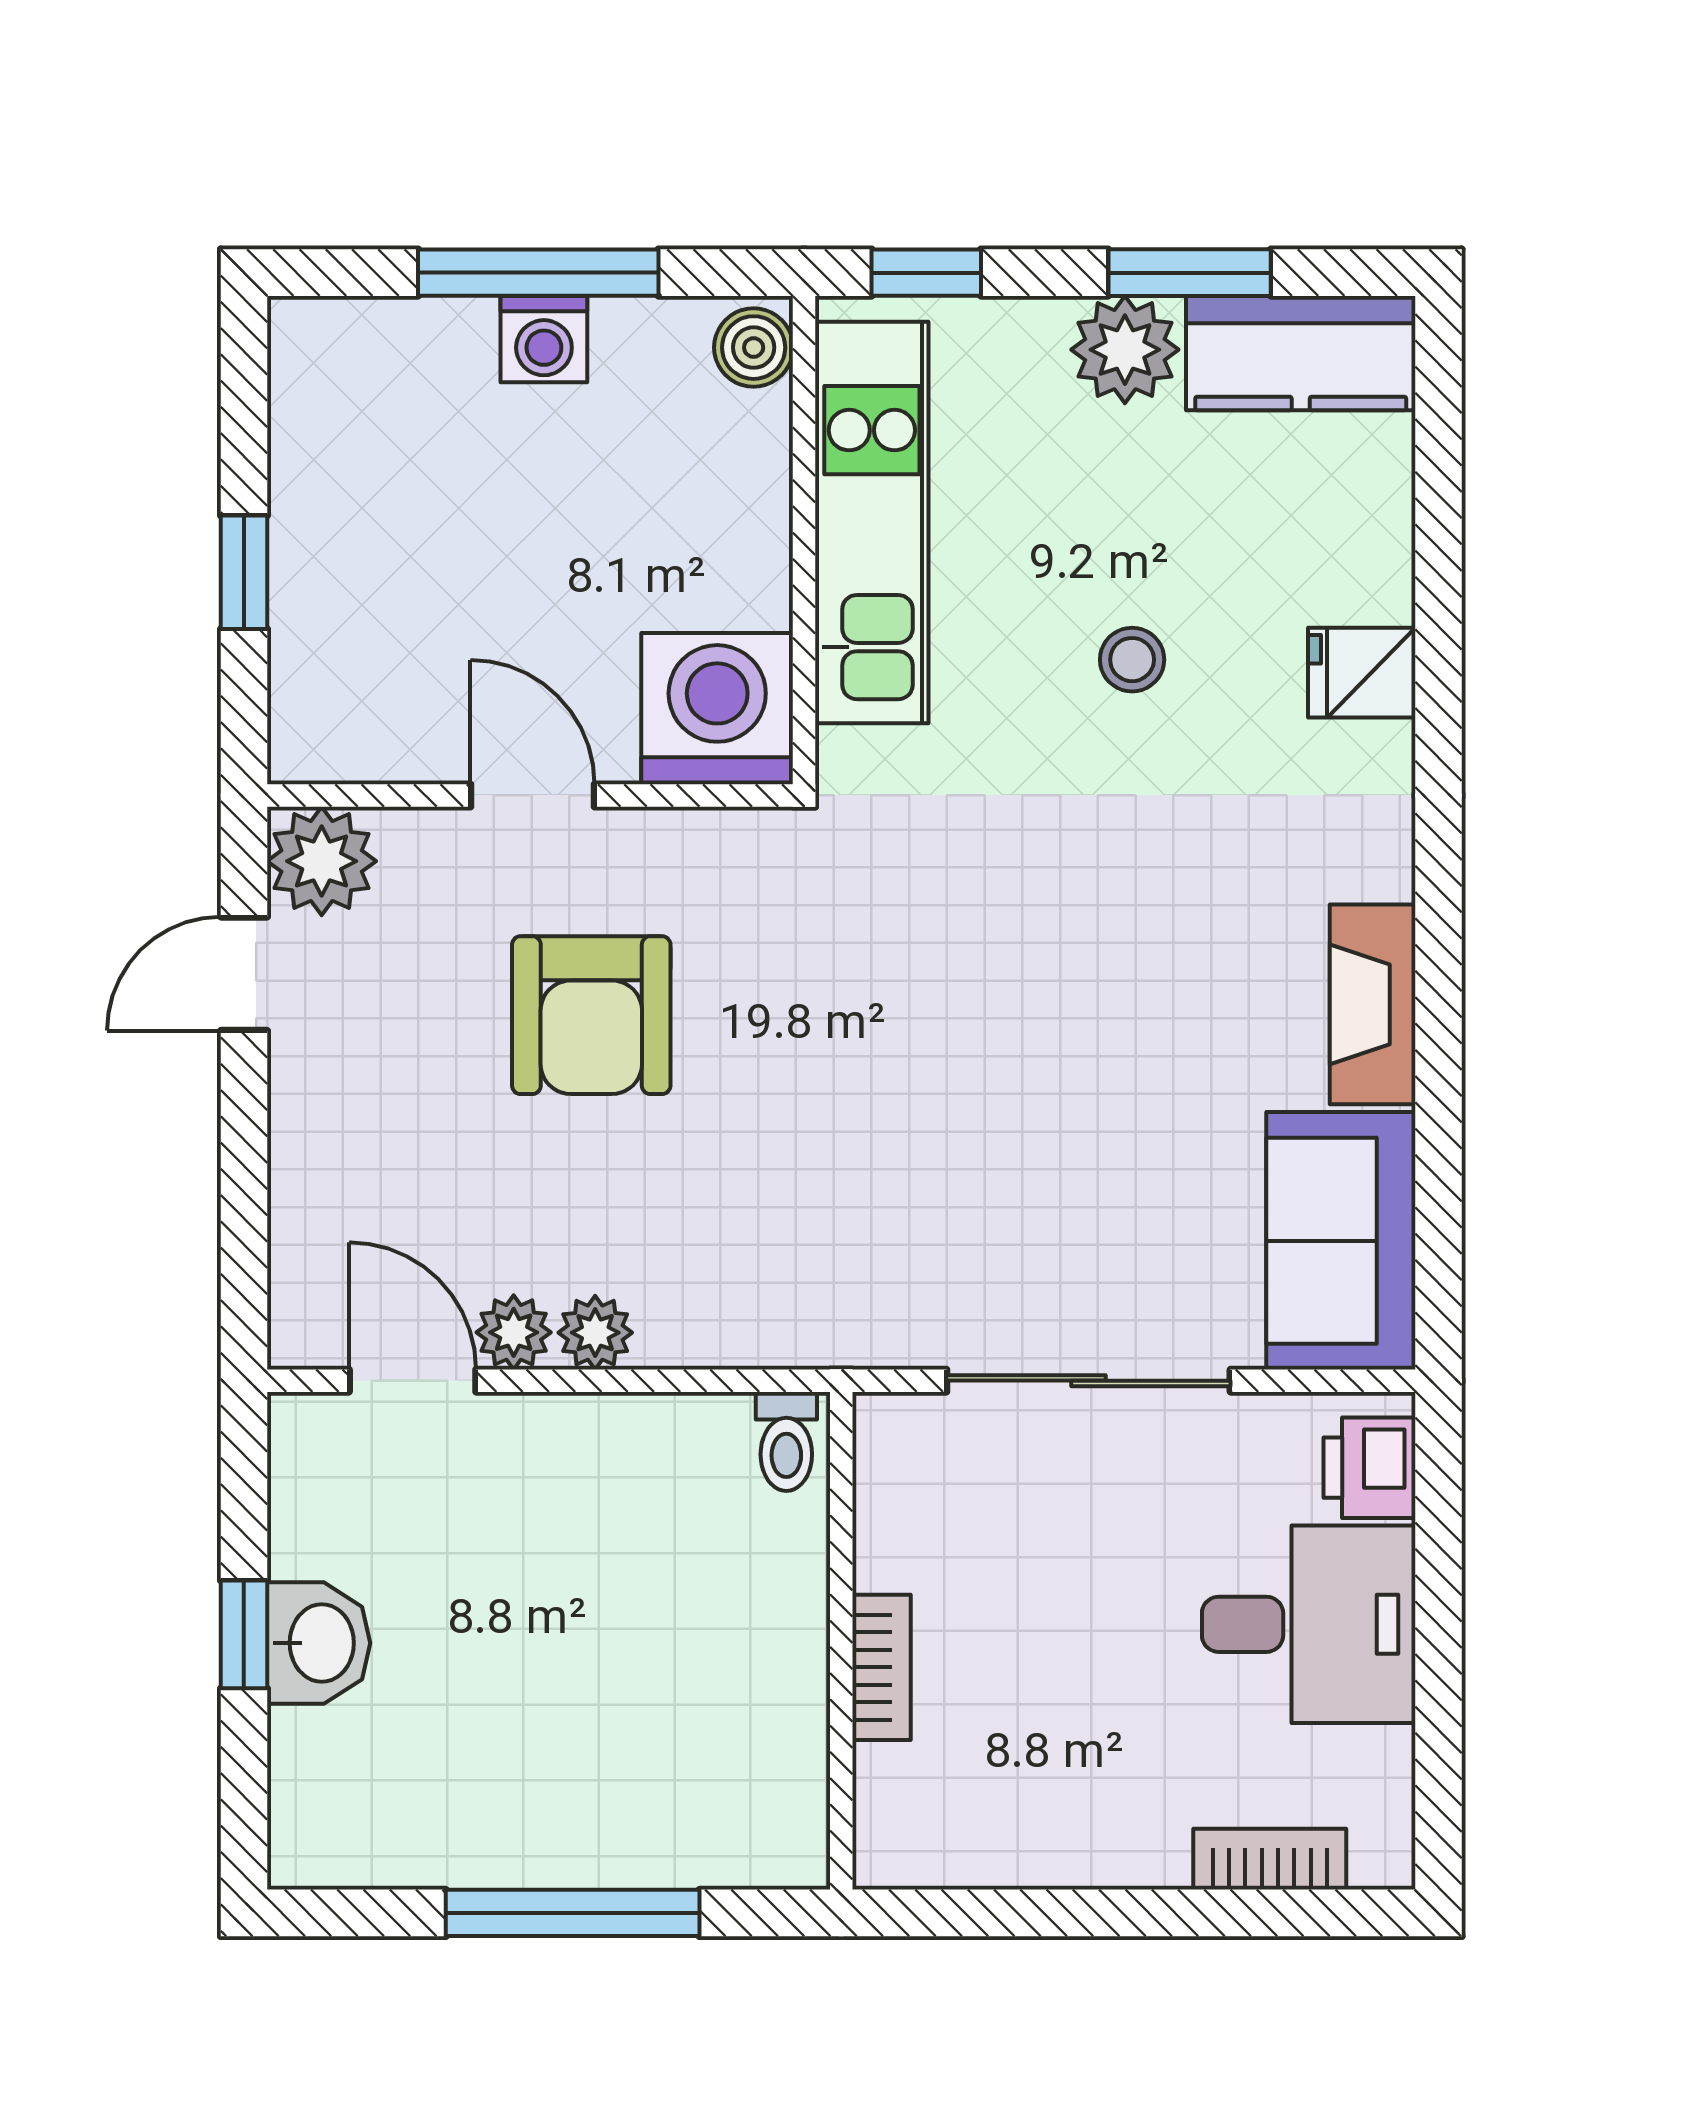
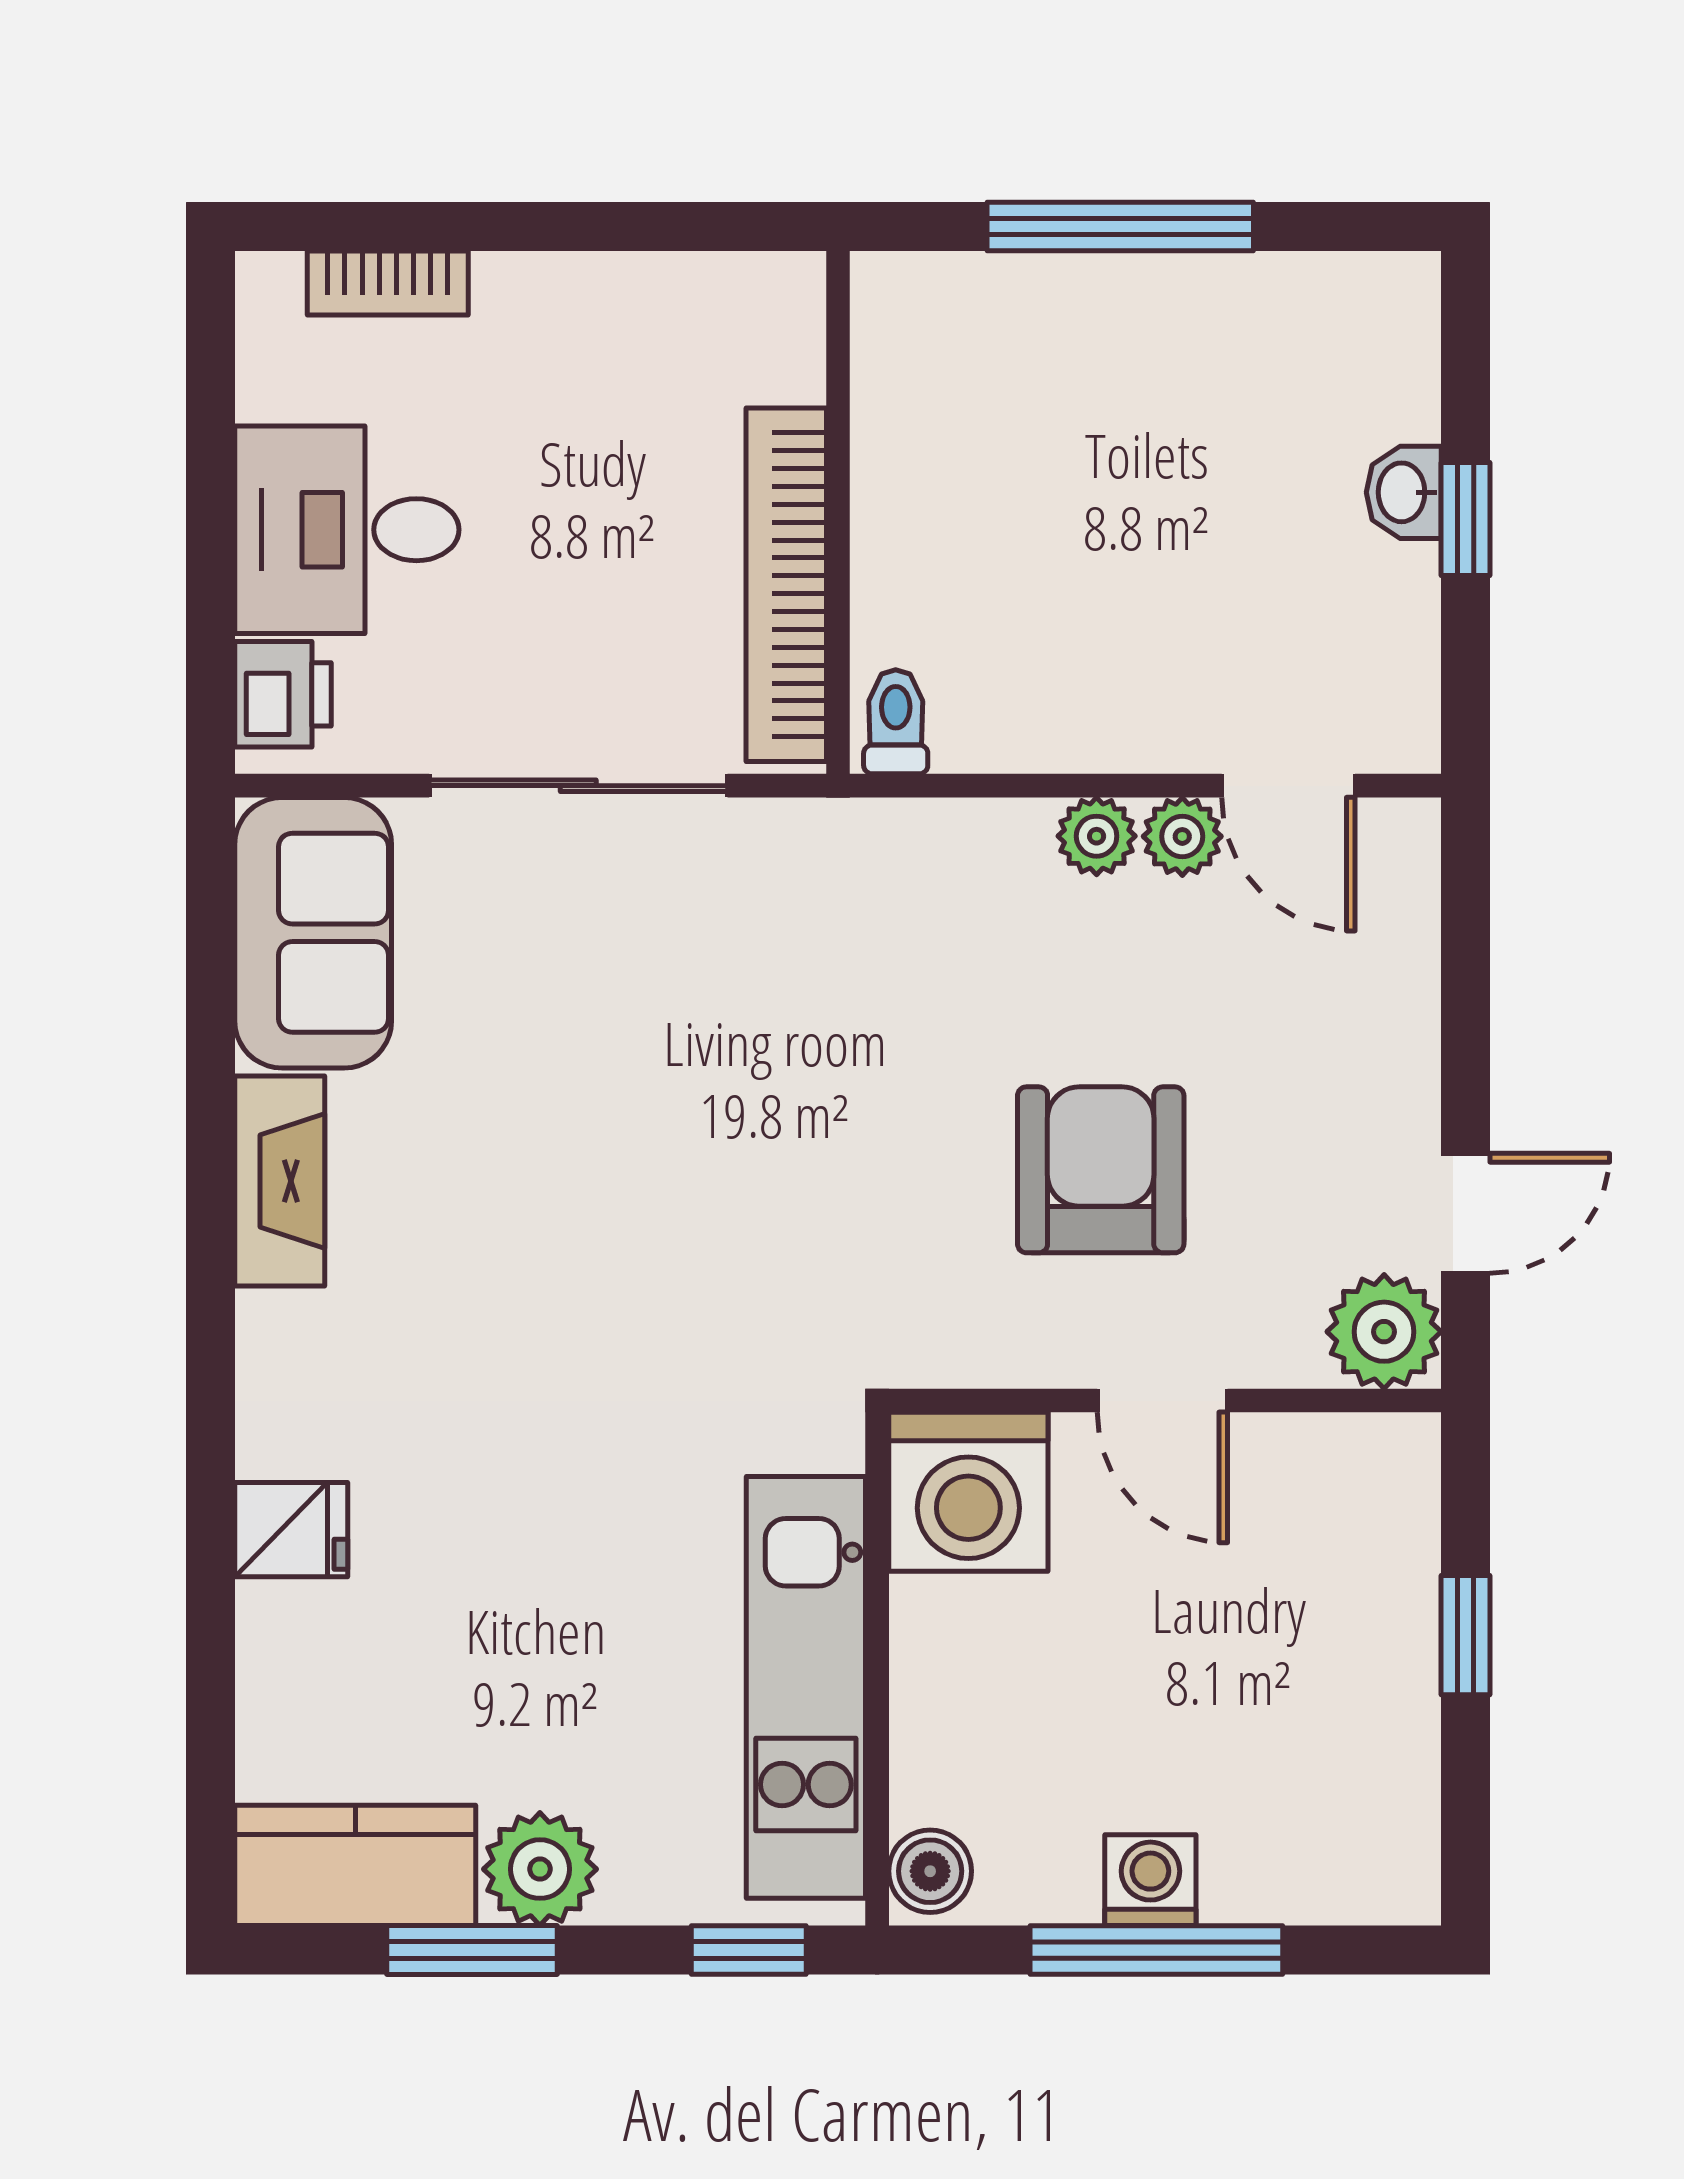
stool: (1132, 660) -> (532, 1543), removed
washbasin: (319, 1643) -> (1404, 492), width x0.72, depth x0.69
bookcase: (882, 1667) -> (786, 585), width x2.31, depth x1.31

